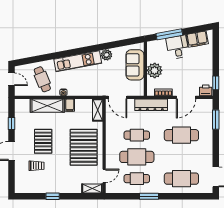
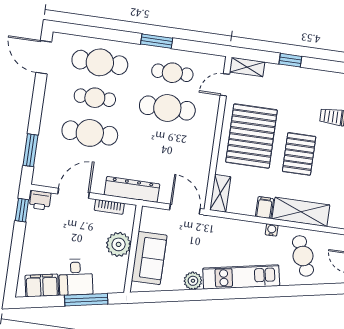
cafe table: (137, 135) -> (95, 98), moved
pallet: (43, 141) -> (299, 154), moved
window: (53, 196) -> (290, 60), moved

